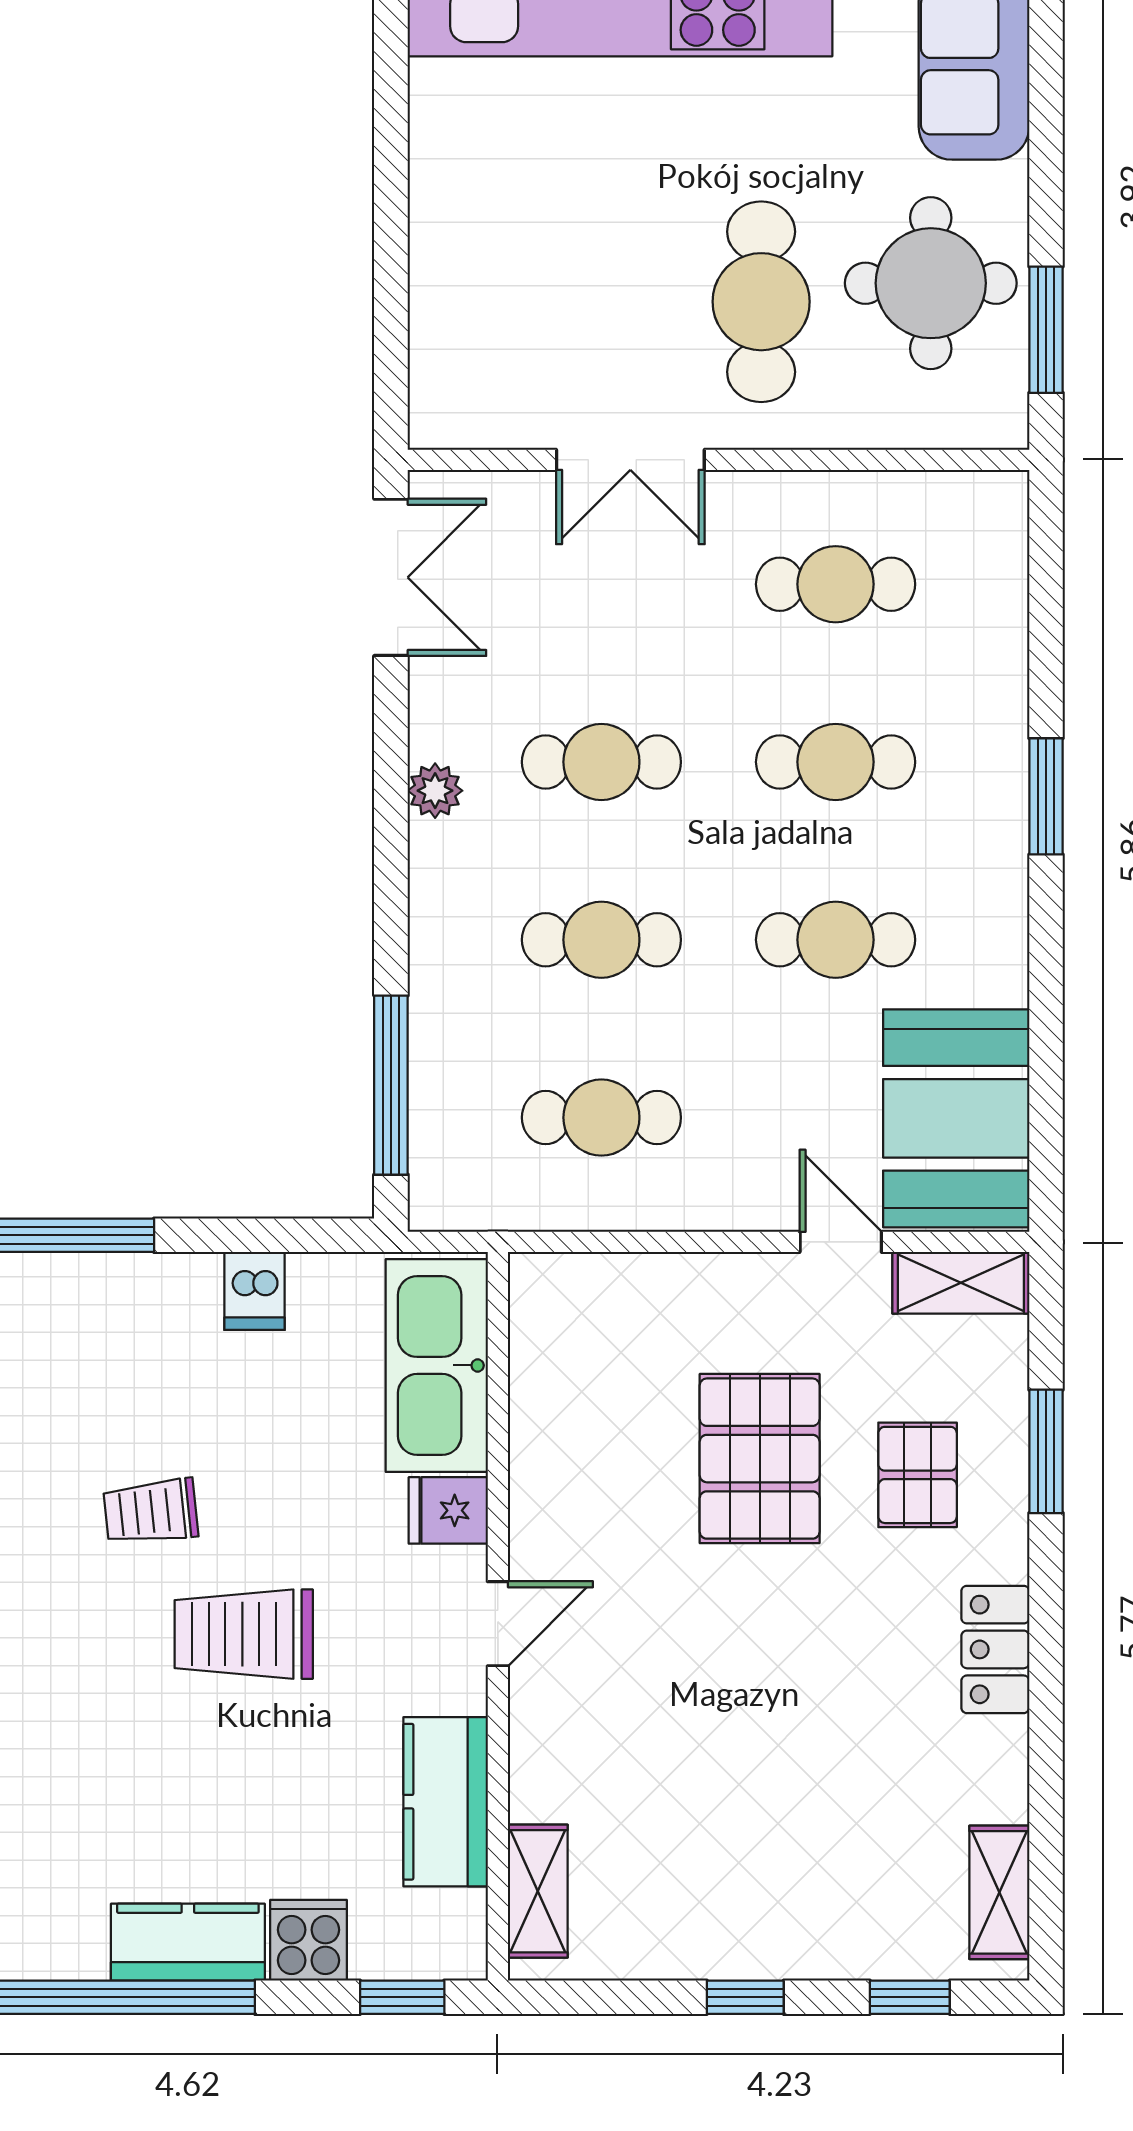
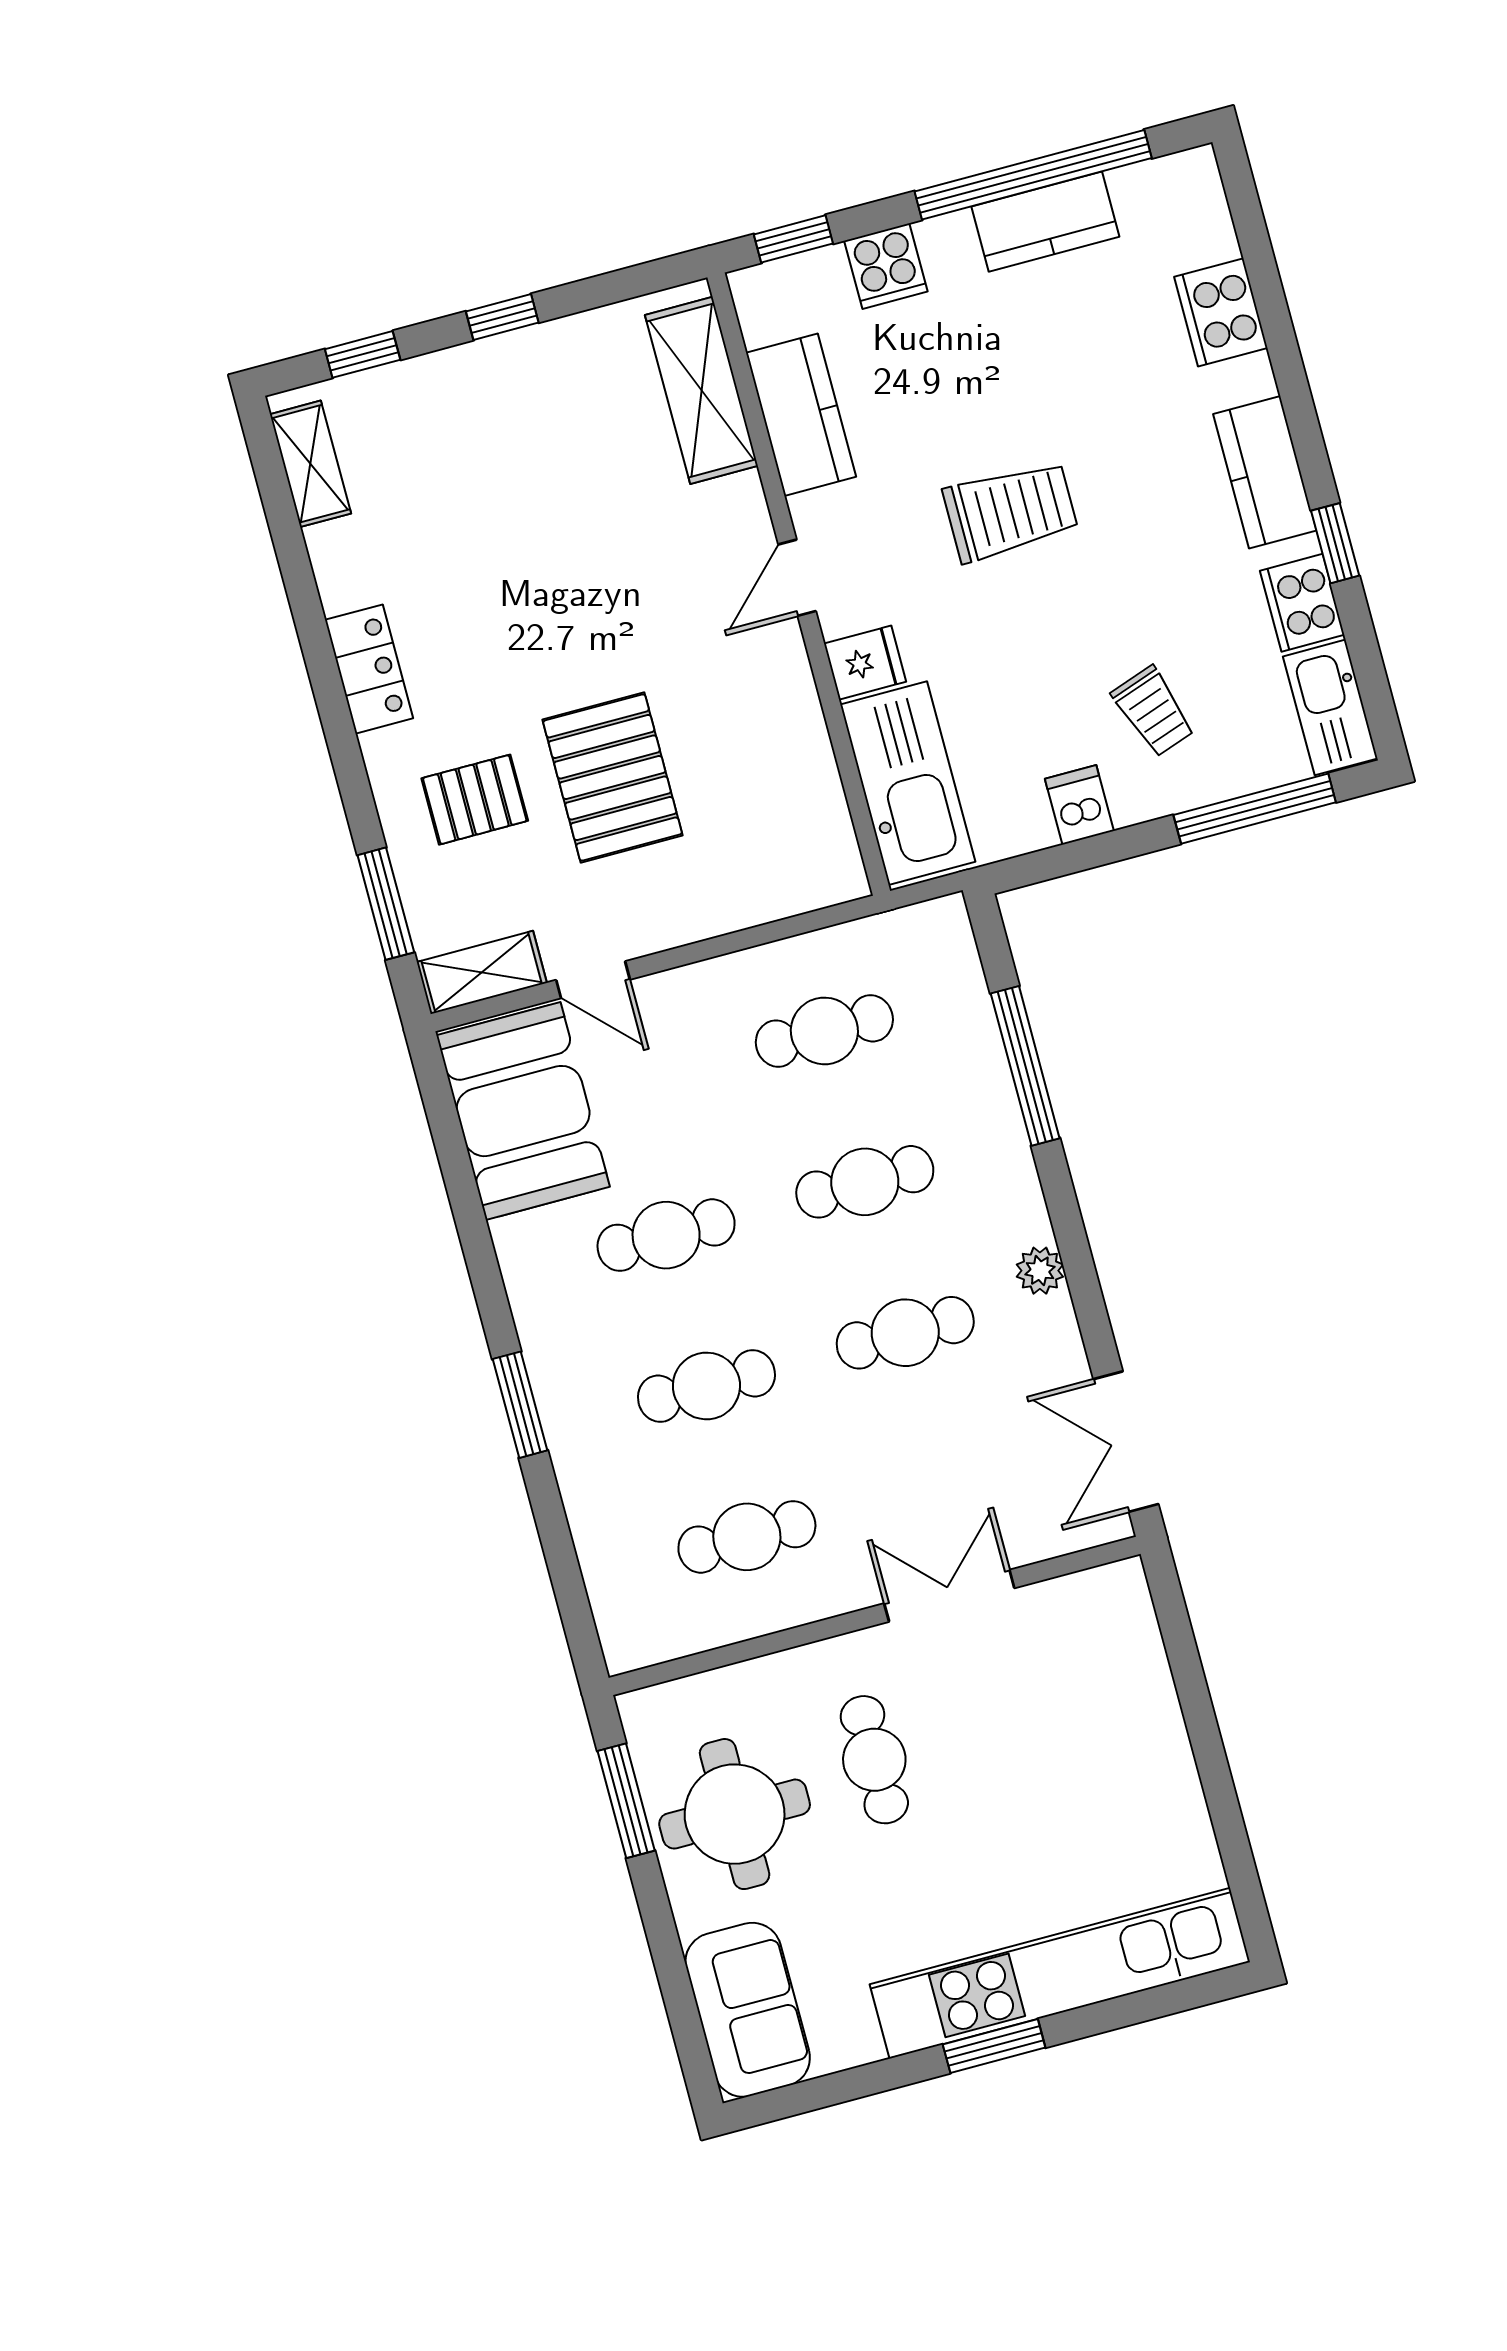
cafe table: (761, 302) -> (874, 1760), width x0.73, depth x0.74
window: (391, 1085) -> (1025, 1066), moved
window: (1046, 1451) -> (386, 904), moved
pallet: (918, 1475) -> (475, 800), turned 90
trolley: (151, 1512) -> (1153, 711), moved, turned 77
shelving: (538, 1891) -> (701, 390), width x1.50, depth x1.33
kitchen counter: (188, 1942) -> (1045, 222), moved

